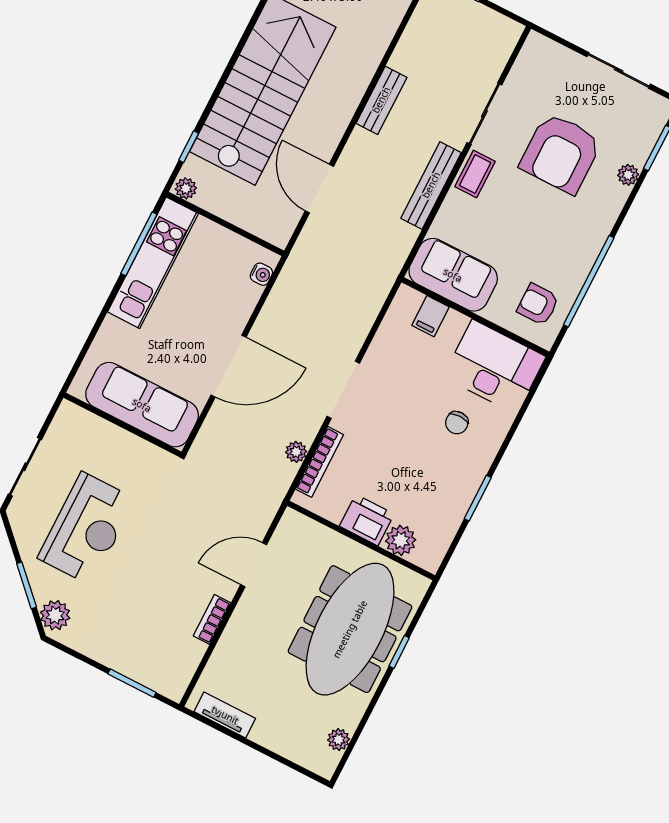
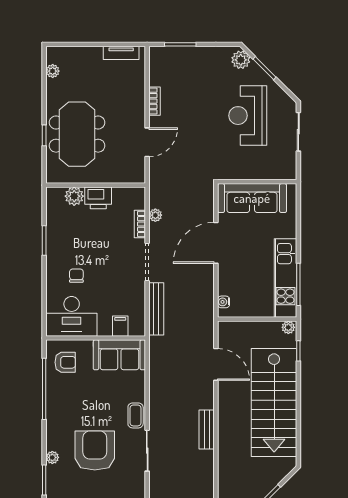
bench: (431, 185) -> (156, 309), moved
bookcase: (320, 462) -> (140, 224), width x0.64
meeting table: (350, 629) -> (77, 134), width x0.73

